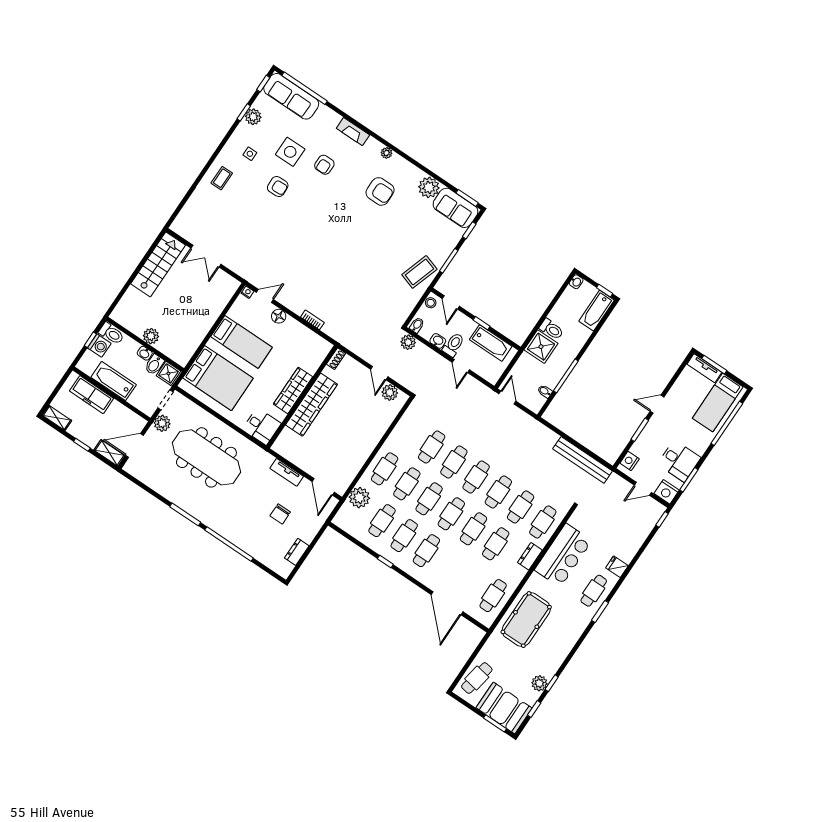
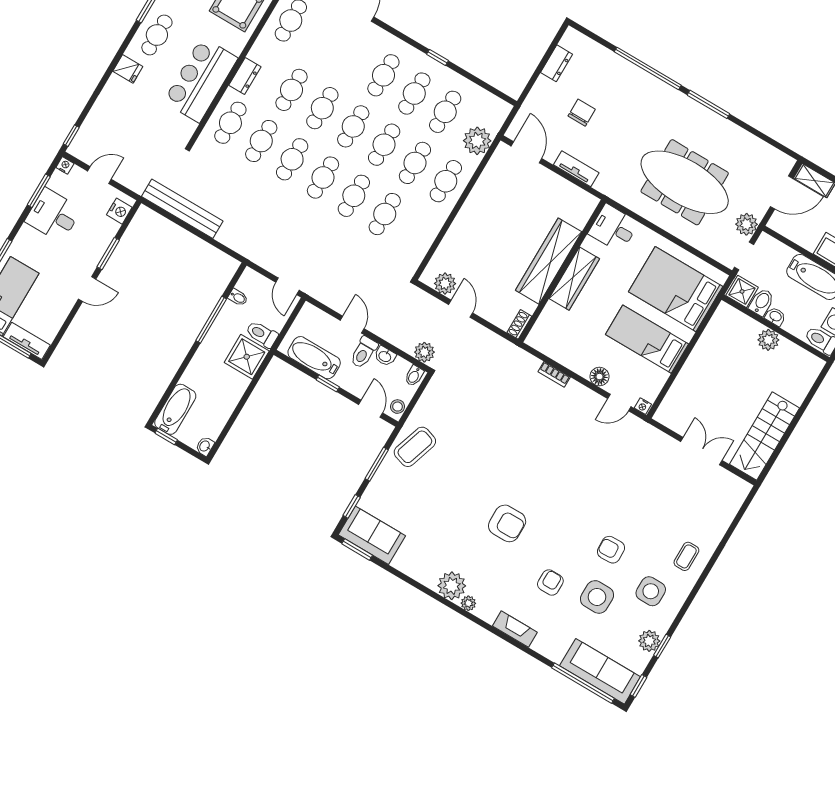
side table: (250, 154) -> (651, 591), width x1.87, depth x1.87
plant: (429, 187) -> (452, 586), moved
armchair: (380, 191) -> (507, 523), moved, turned 180
toilet: (551, 329) -> (262, 334), moved
nightstand: (667, 492) -> (65, 165), width x0.53, depth x0.56

